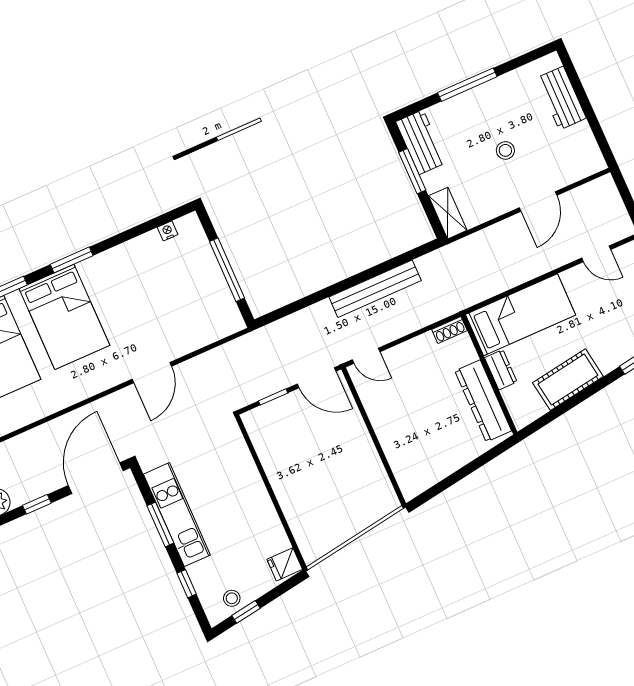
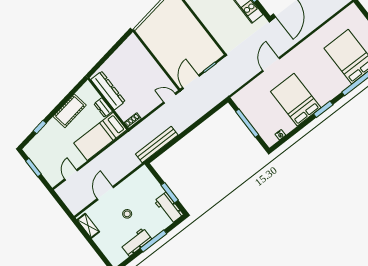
workbench: (561, 98) -> (136, 242), moved, turned -90
shelving: (448, 213) -> (88, 226), moved
door: (596, 254) -> (71, 175), hinge flipped
bench: (375, 289) -> (157, 145), moved
bed: (64, 317) -> (296, 100), moved
door: (317, 378) -> (191, 82), hinge flipped

